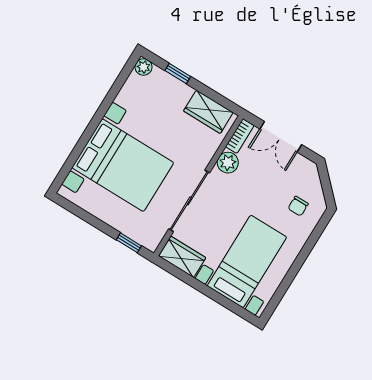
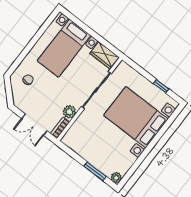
window: (178, 73) -> (95, 171), width x1.50
wardrobe: (208, 112) -> (78, 145), removed
double door: (281, 137) -> (34, 125), swing flipped
window: (129, 243) -> (161, 86), moved

